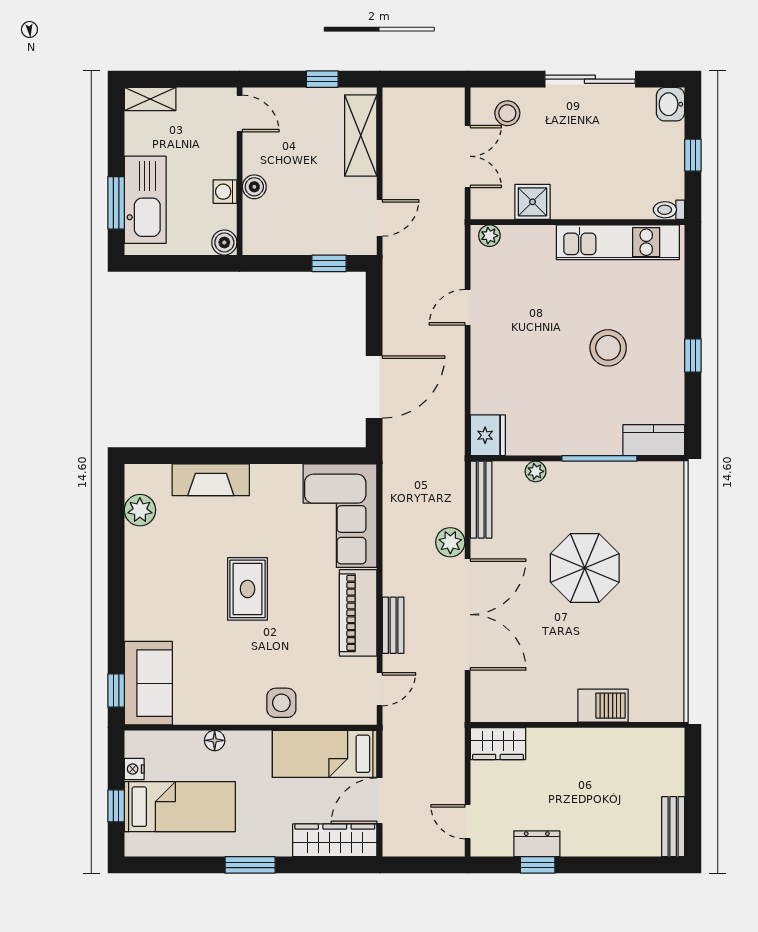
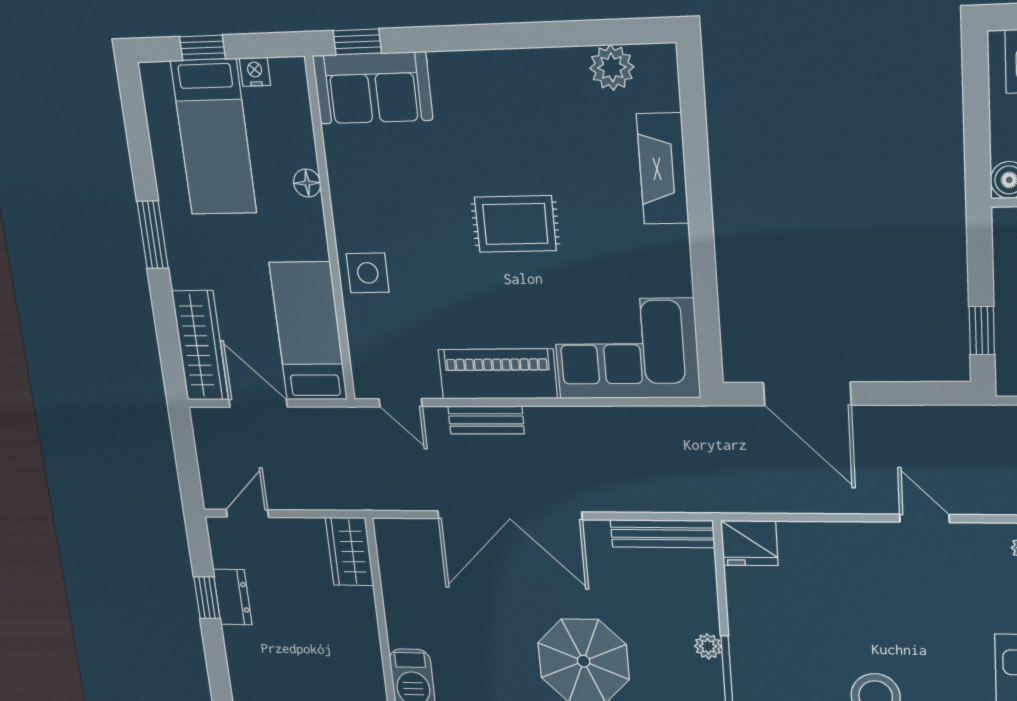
plant: (536, 471) -> (708, 646), moved
plant: (450, 542) -> (603, 494), removed

